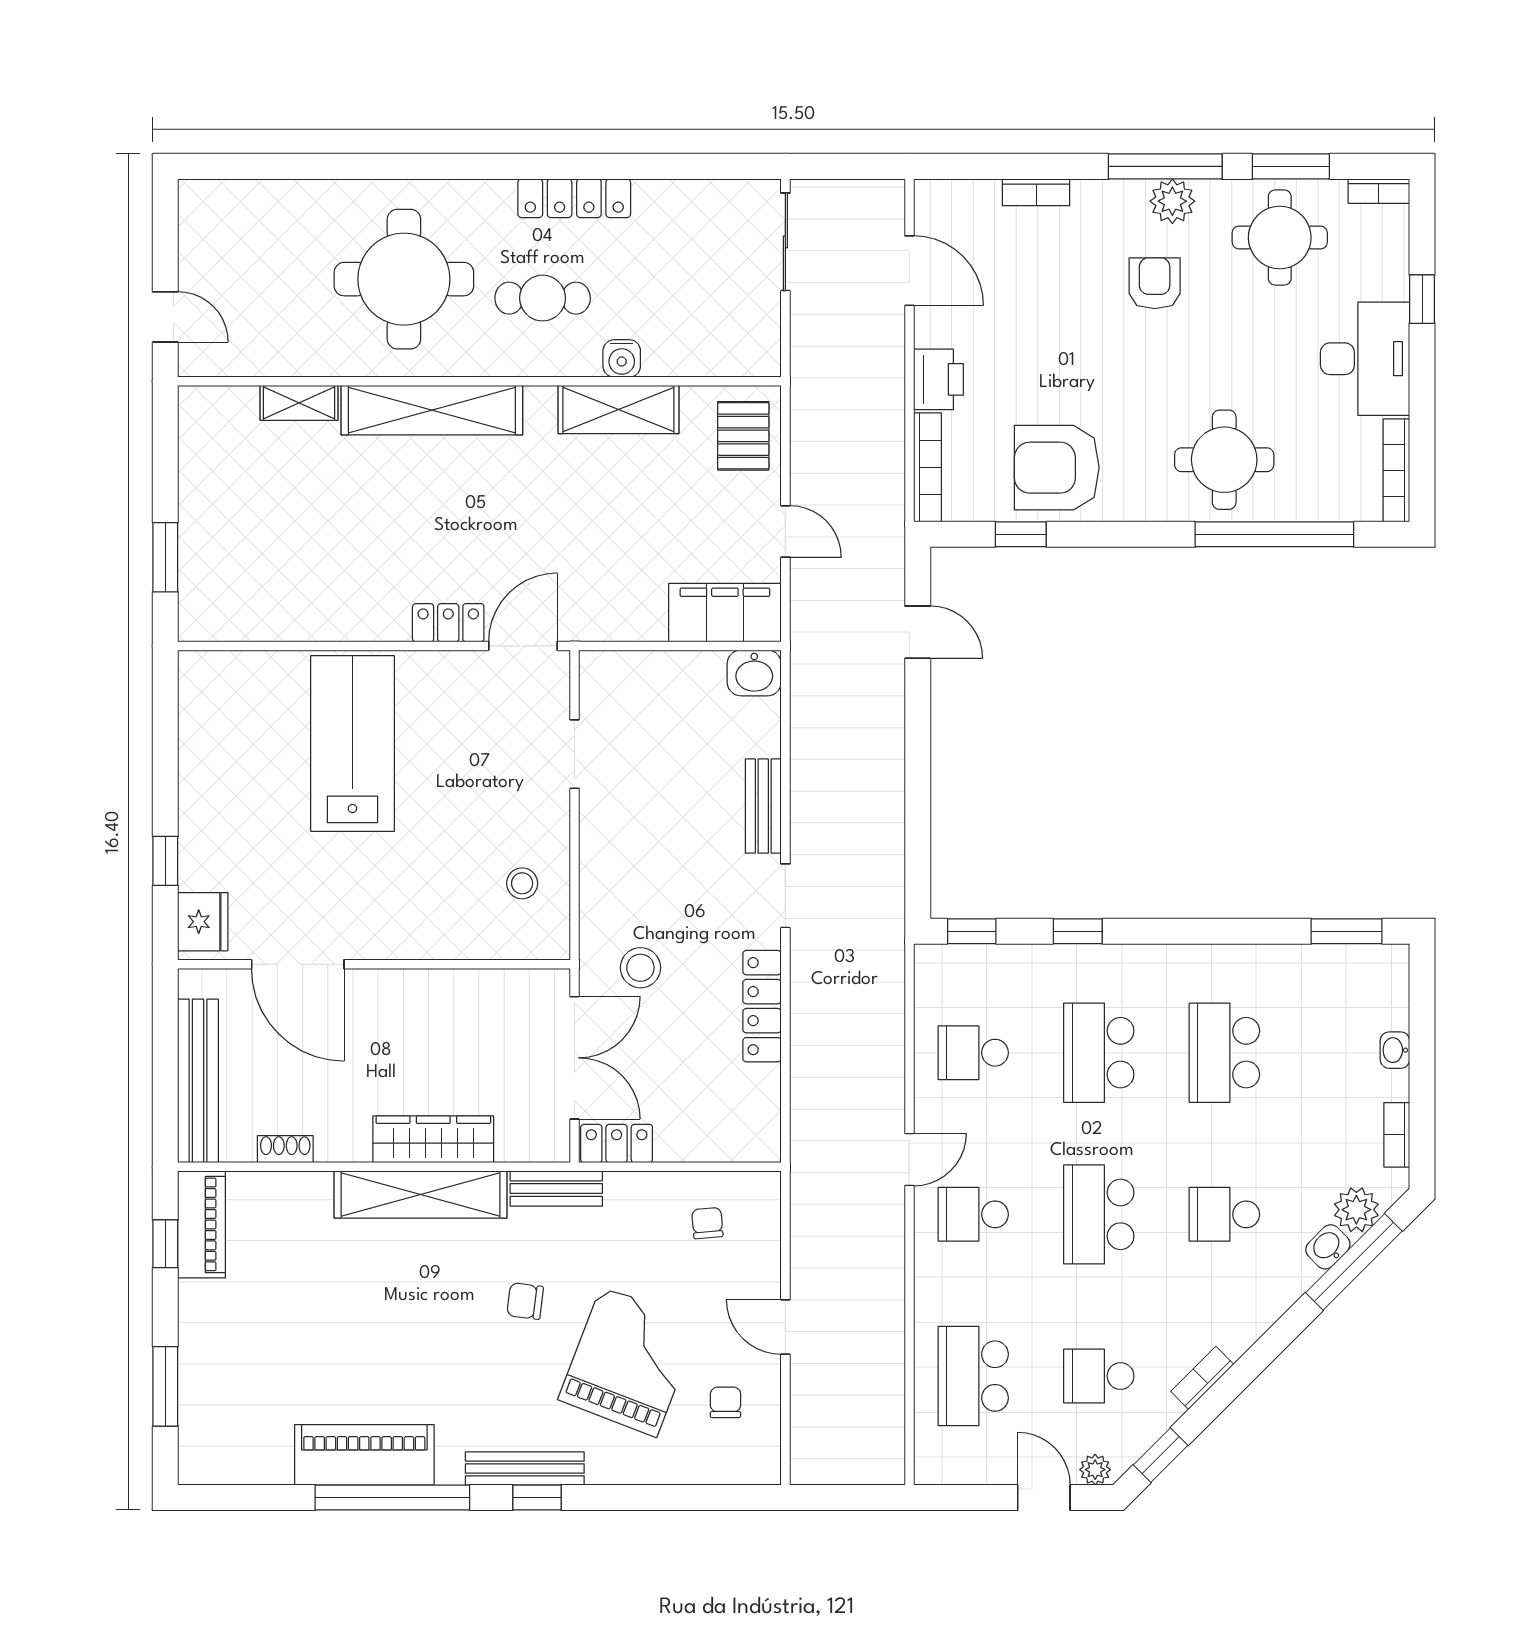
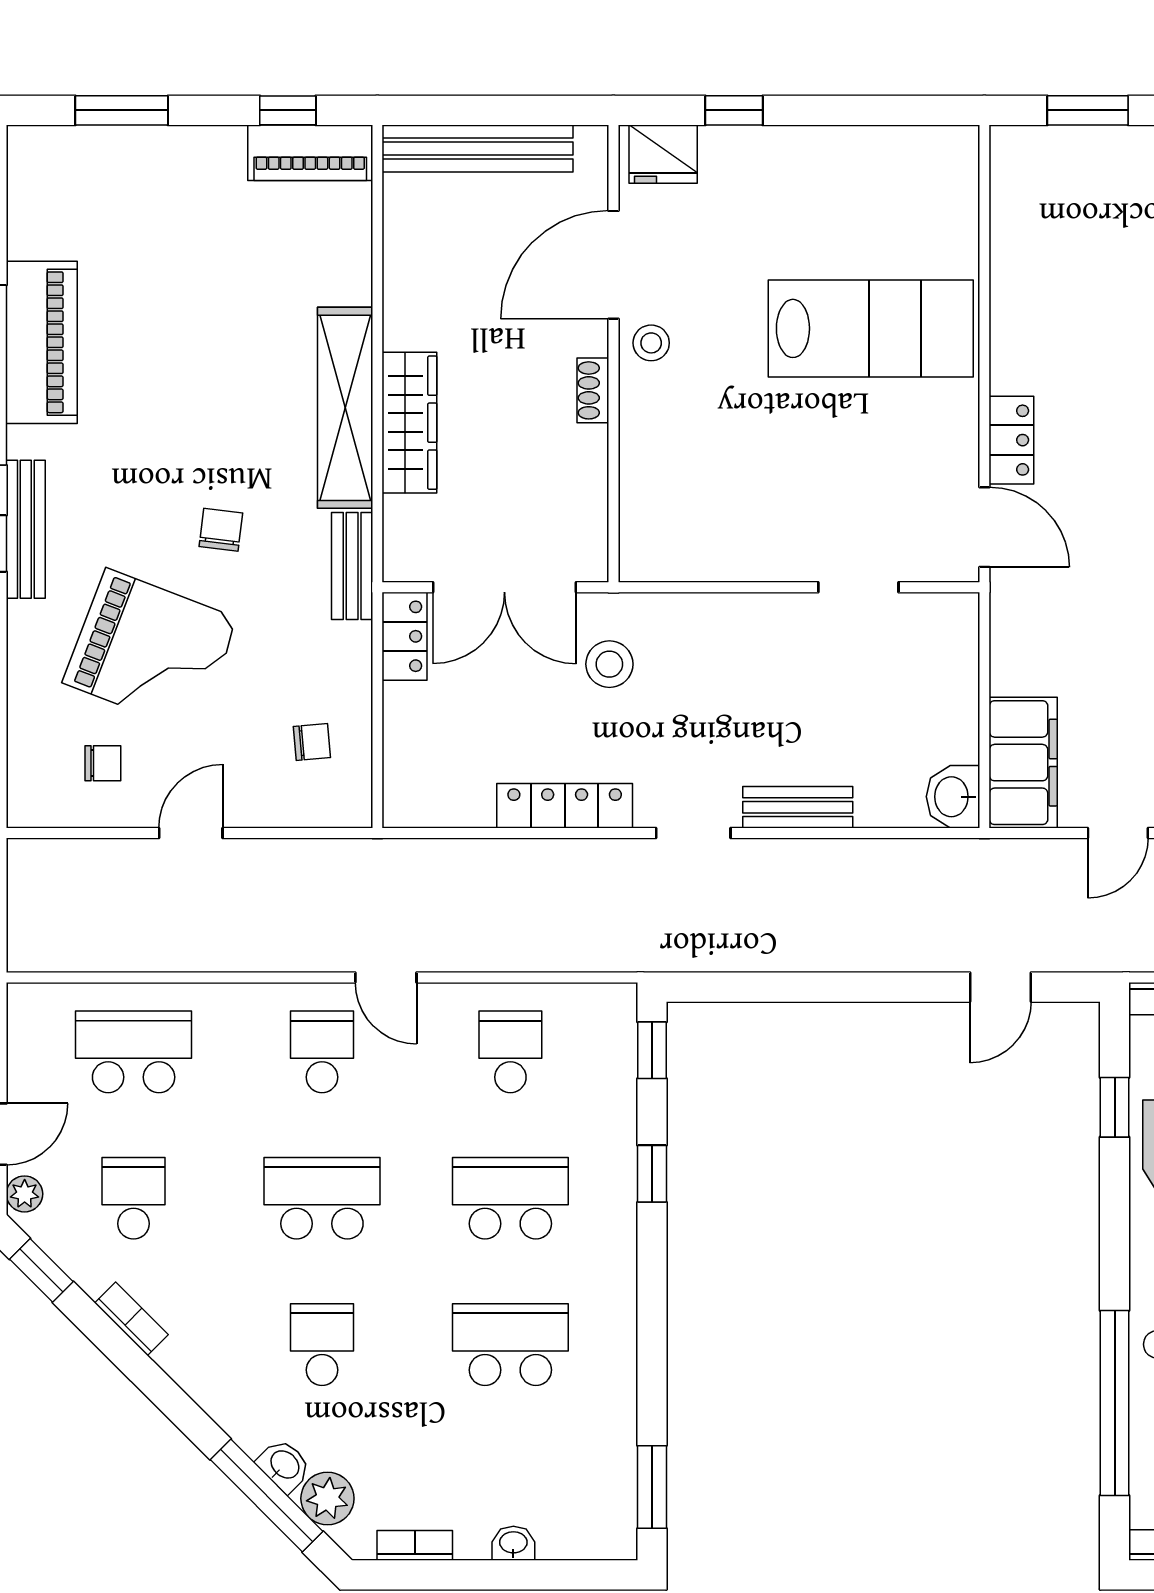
stool: (522, 883) -> (651, 343), moved
shoe rack: (285, 1149) -> (593, 390), moved, turned 180

